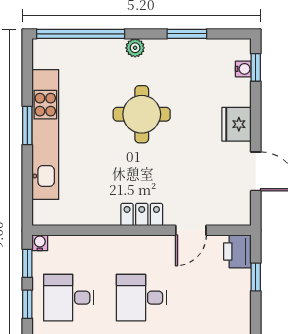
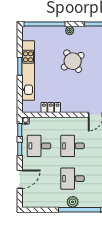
round table: (142, 114) -> (73, 61), turned -35
locker: (142, 215) -> (51, 108), moved

